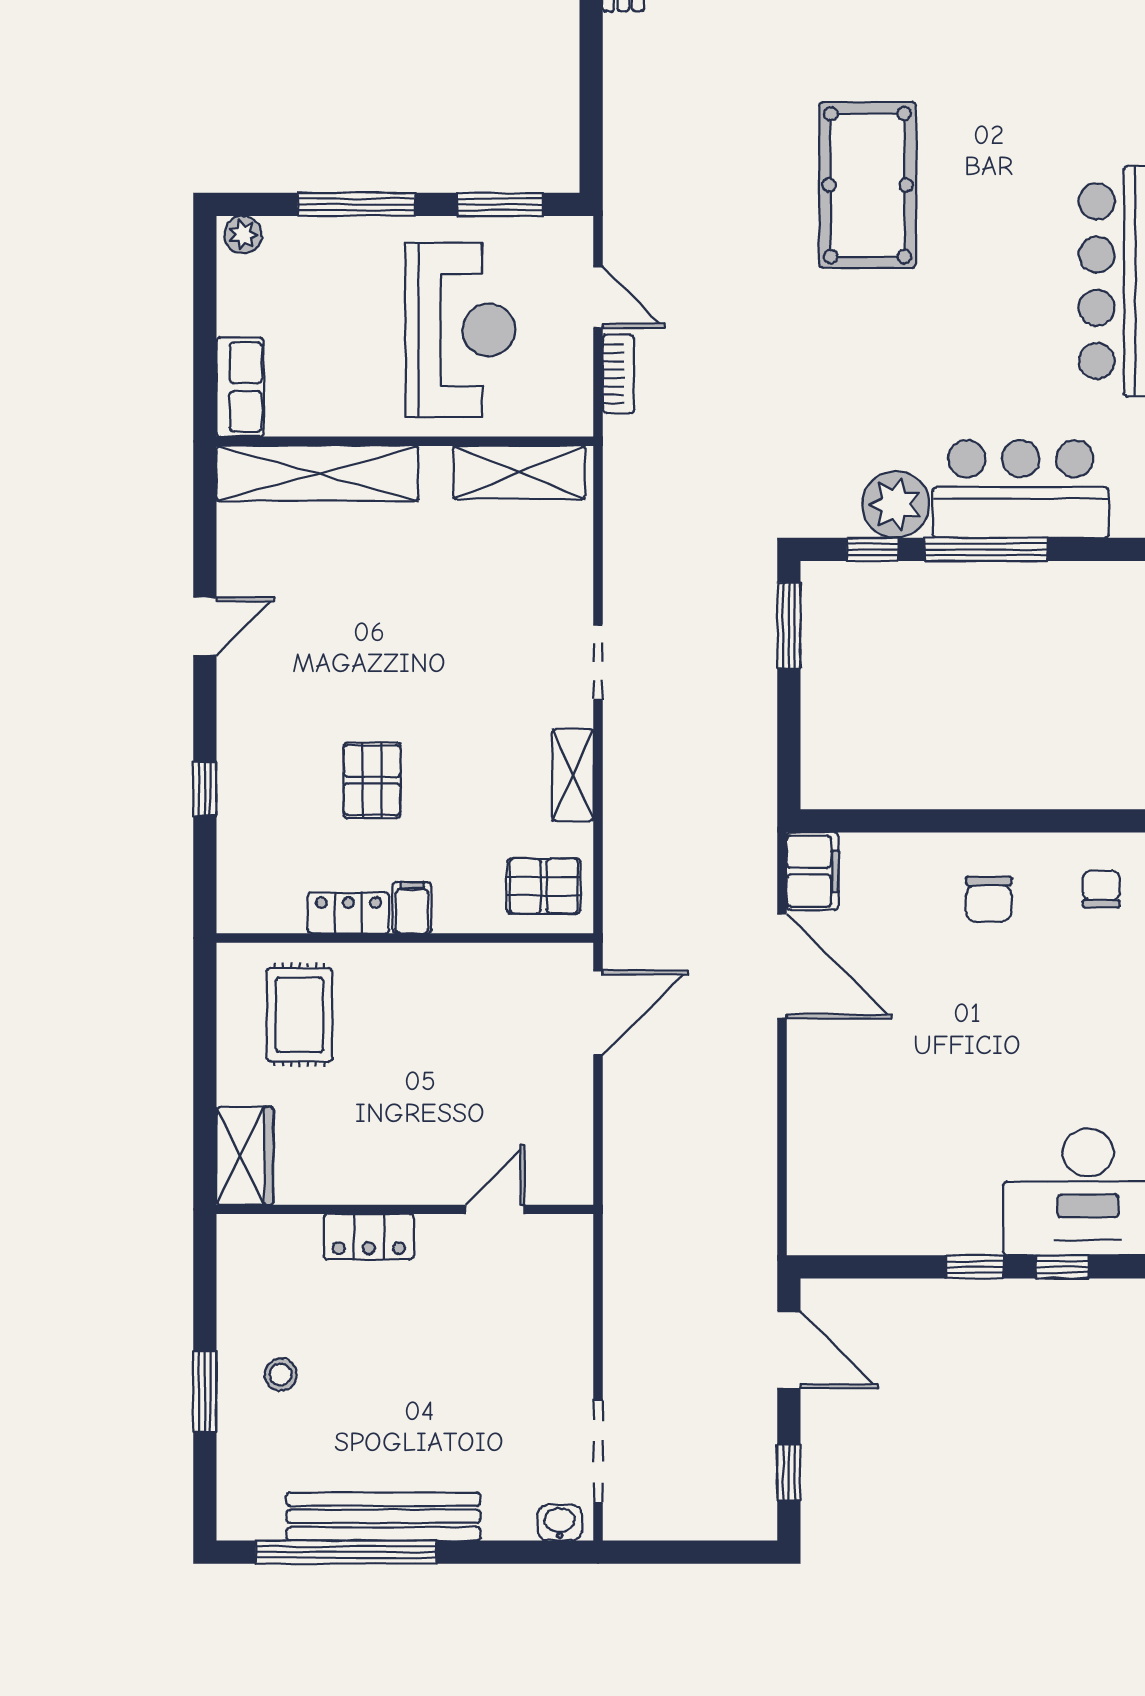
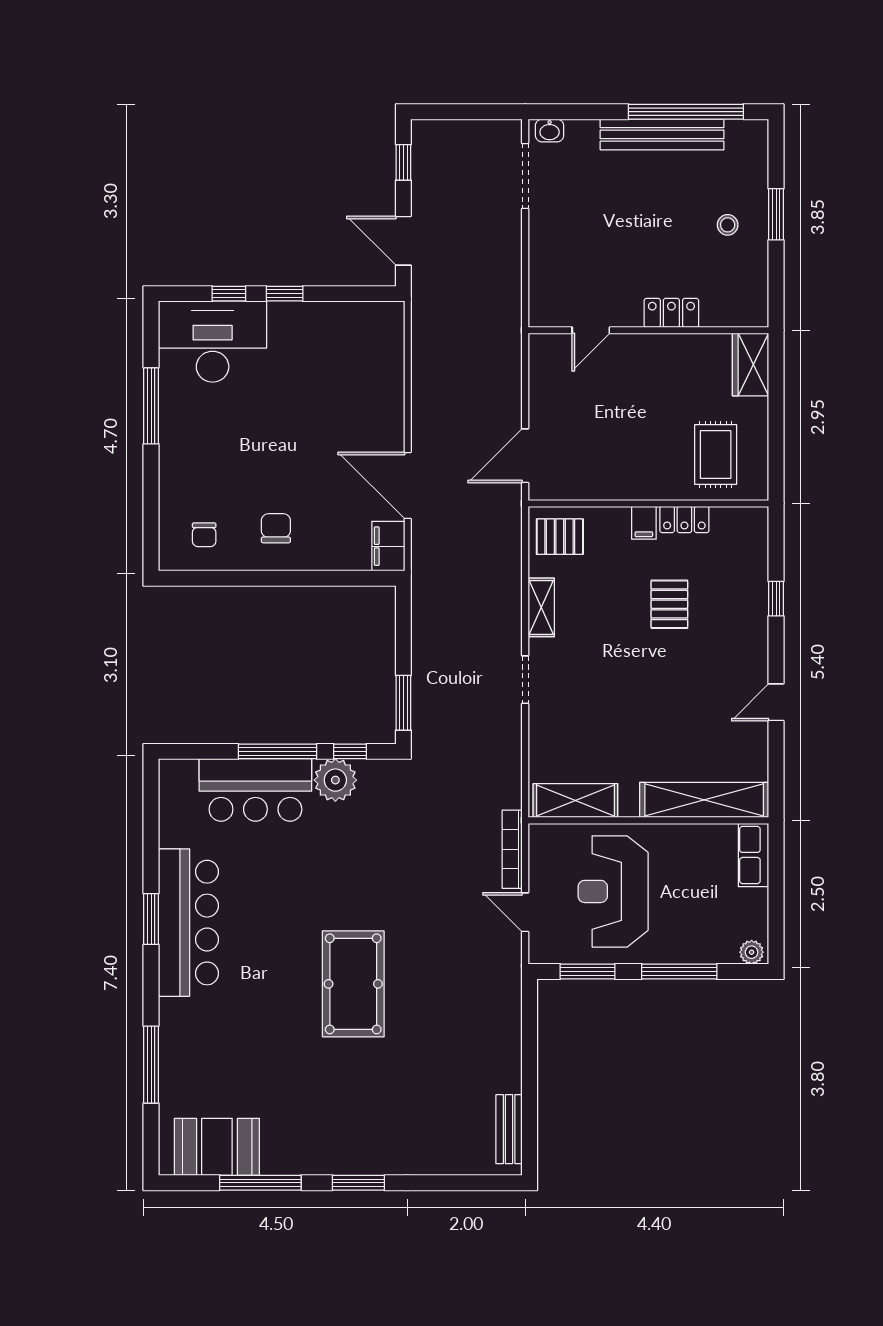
bookcase: (618, 374) -> (512, 849), width x1.56

